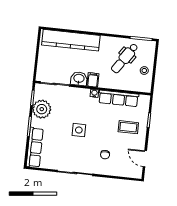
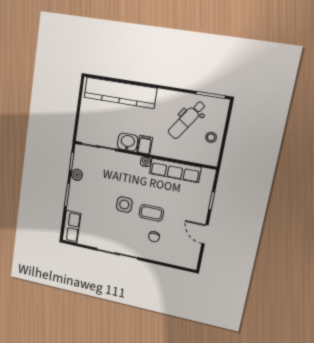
plant: (42, 109) -> (77, 175), width x0.53, depth x0.53
coffee table: (128, 127) -> (151, 213), moved
row of seats: (35, 147) -> (71, 227), width x0.68
door: (145, 159) -> (205, 234), moved

